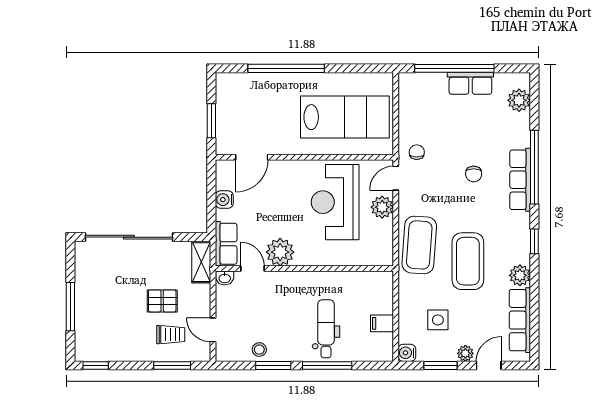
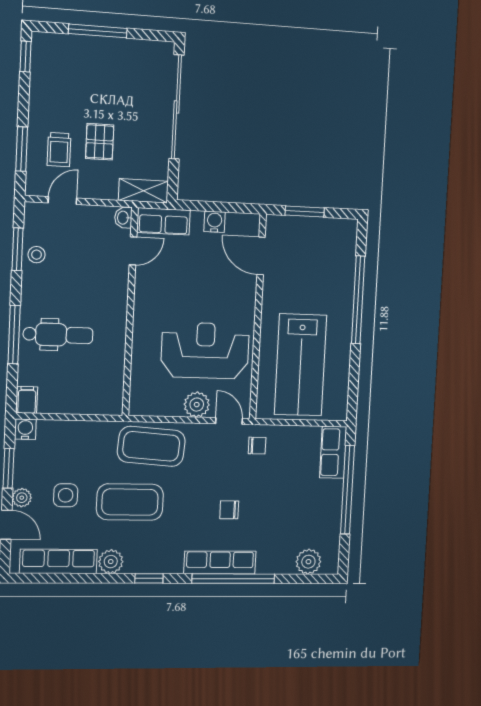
row of seats: (470, 83) -> (333, 452), moved
plant: (280, 252) -> (151, 284), removed
side table: (438, 320) -> (66, 495), moved
filing cabinet: (382, 323) -> (27, 400), moved
window: (273, 365) -> (18, 249), moved

